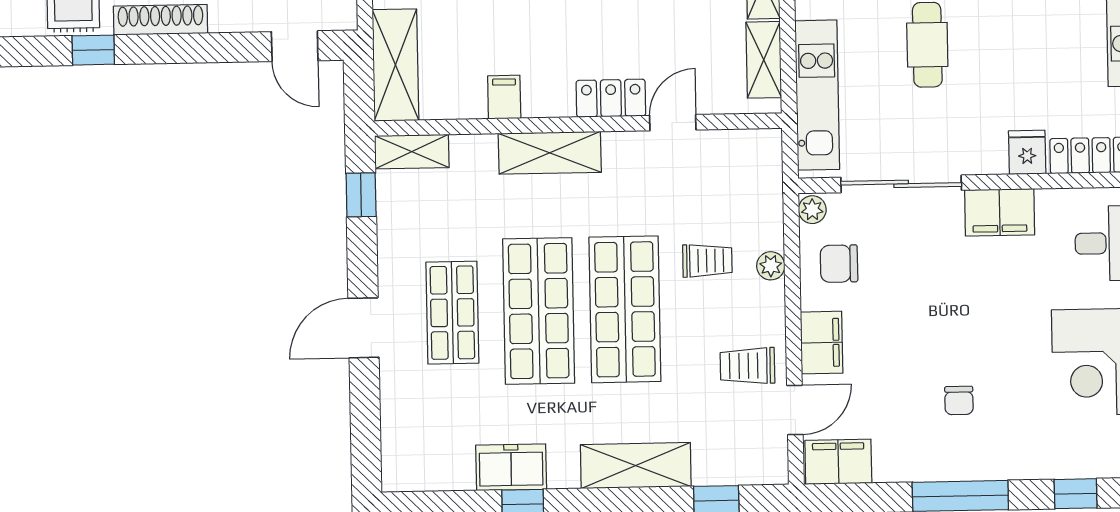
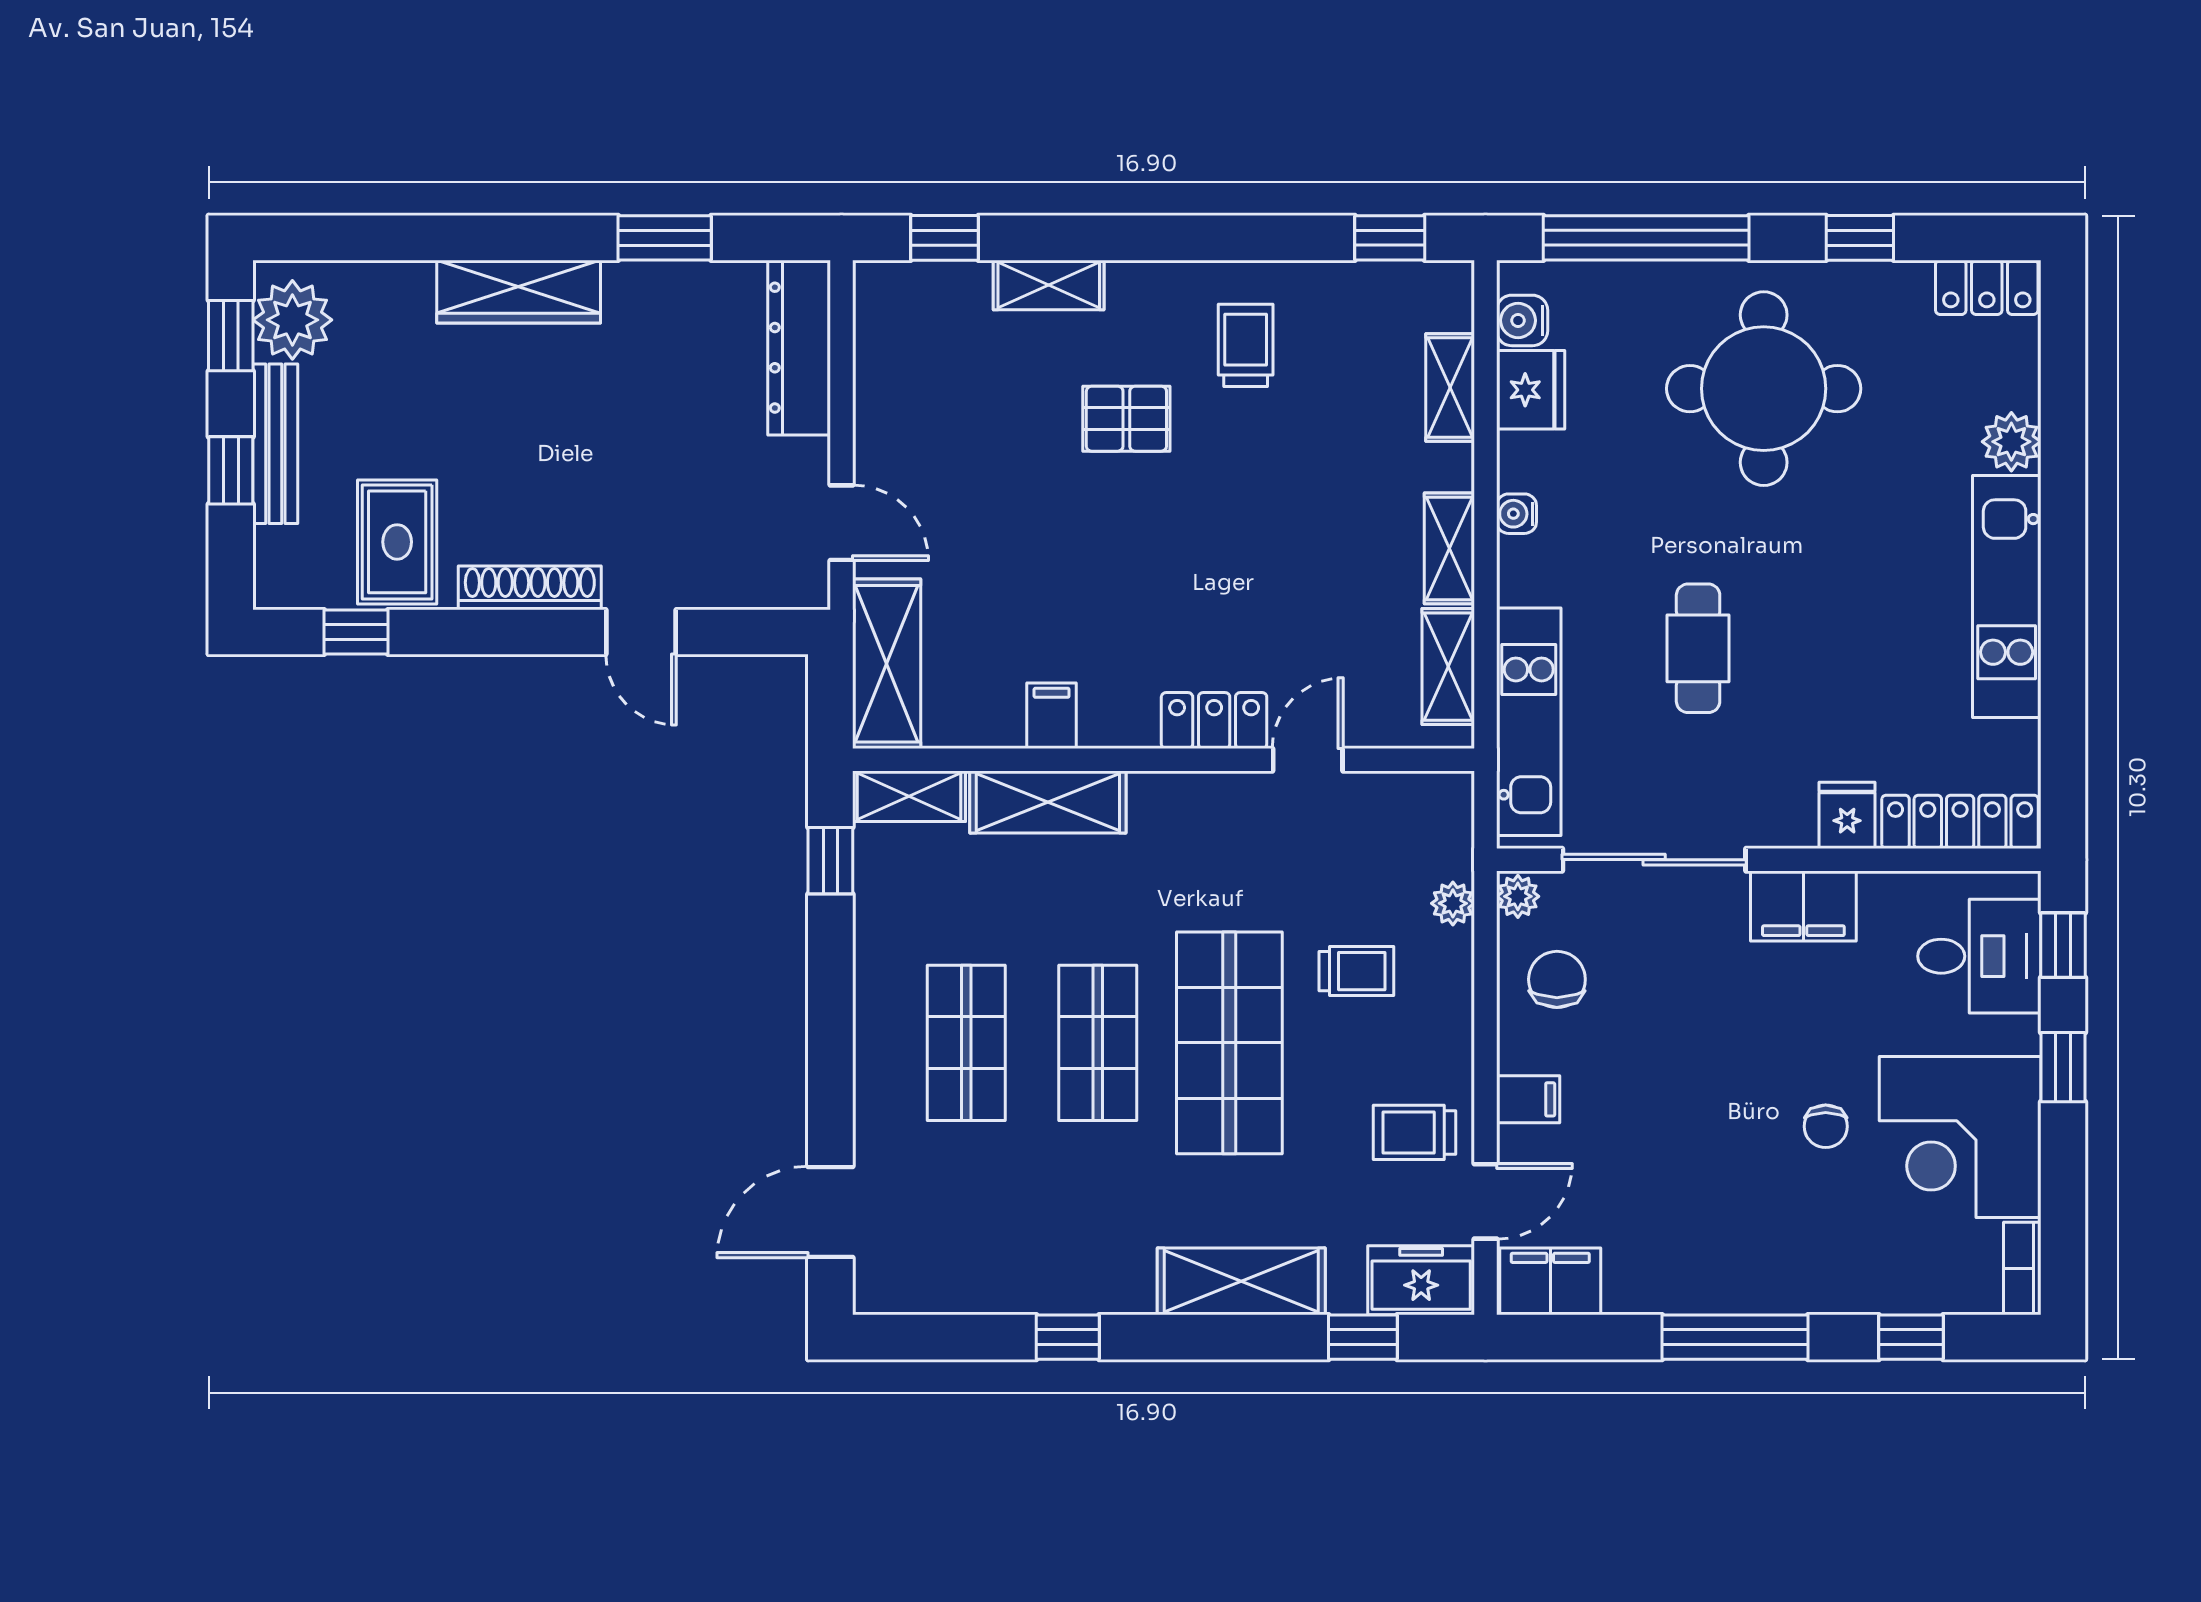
door: (295, 46) -> (641, 632), moved
window: (93, 50) -> (356, 632), moved
shelving: (550, 153) -> (1048, 802), moved
chair: (839, 264) -> (1557, 979), turned 90
plant: (771, 266) -> (1453, 903), moved
shop shelf: (539, 311) -> (1098, 1043), width x0.70, depth x0.74
door: (364, 328) -> (830, 1212), moved
filing cabinet: (822, 343) -> (1528, 1099), width x0.50
chair: (959, 400) -> (1826, 1126), moved
freezer: (511, 467) -> (1421, 1280), moved

